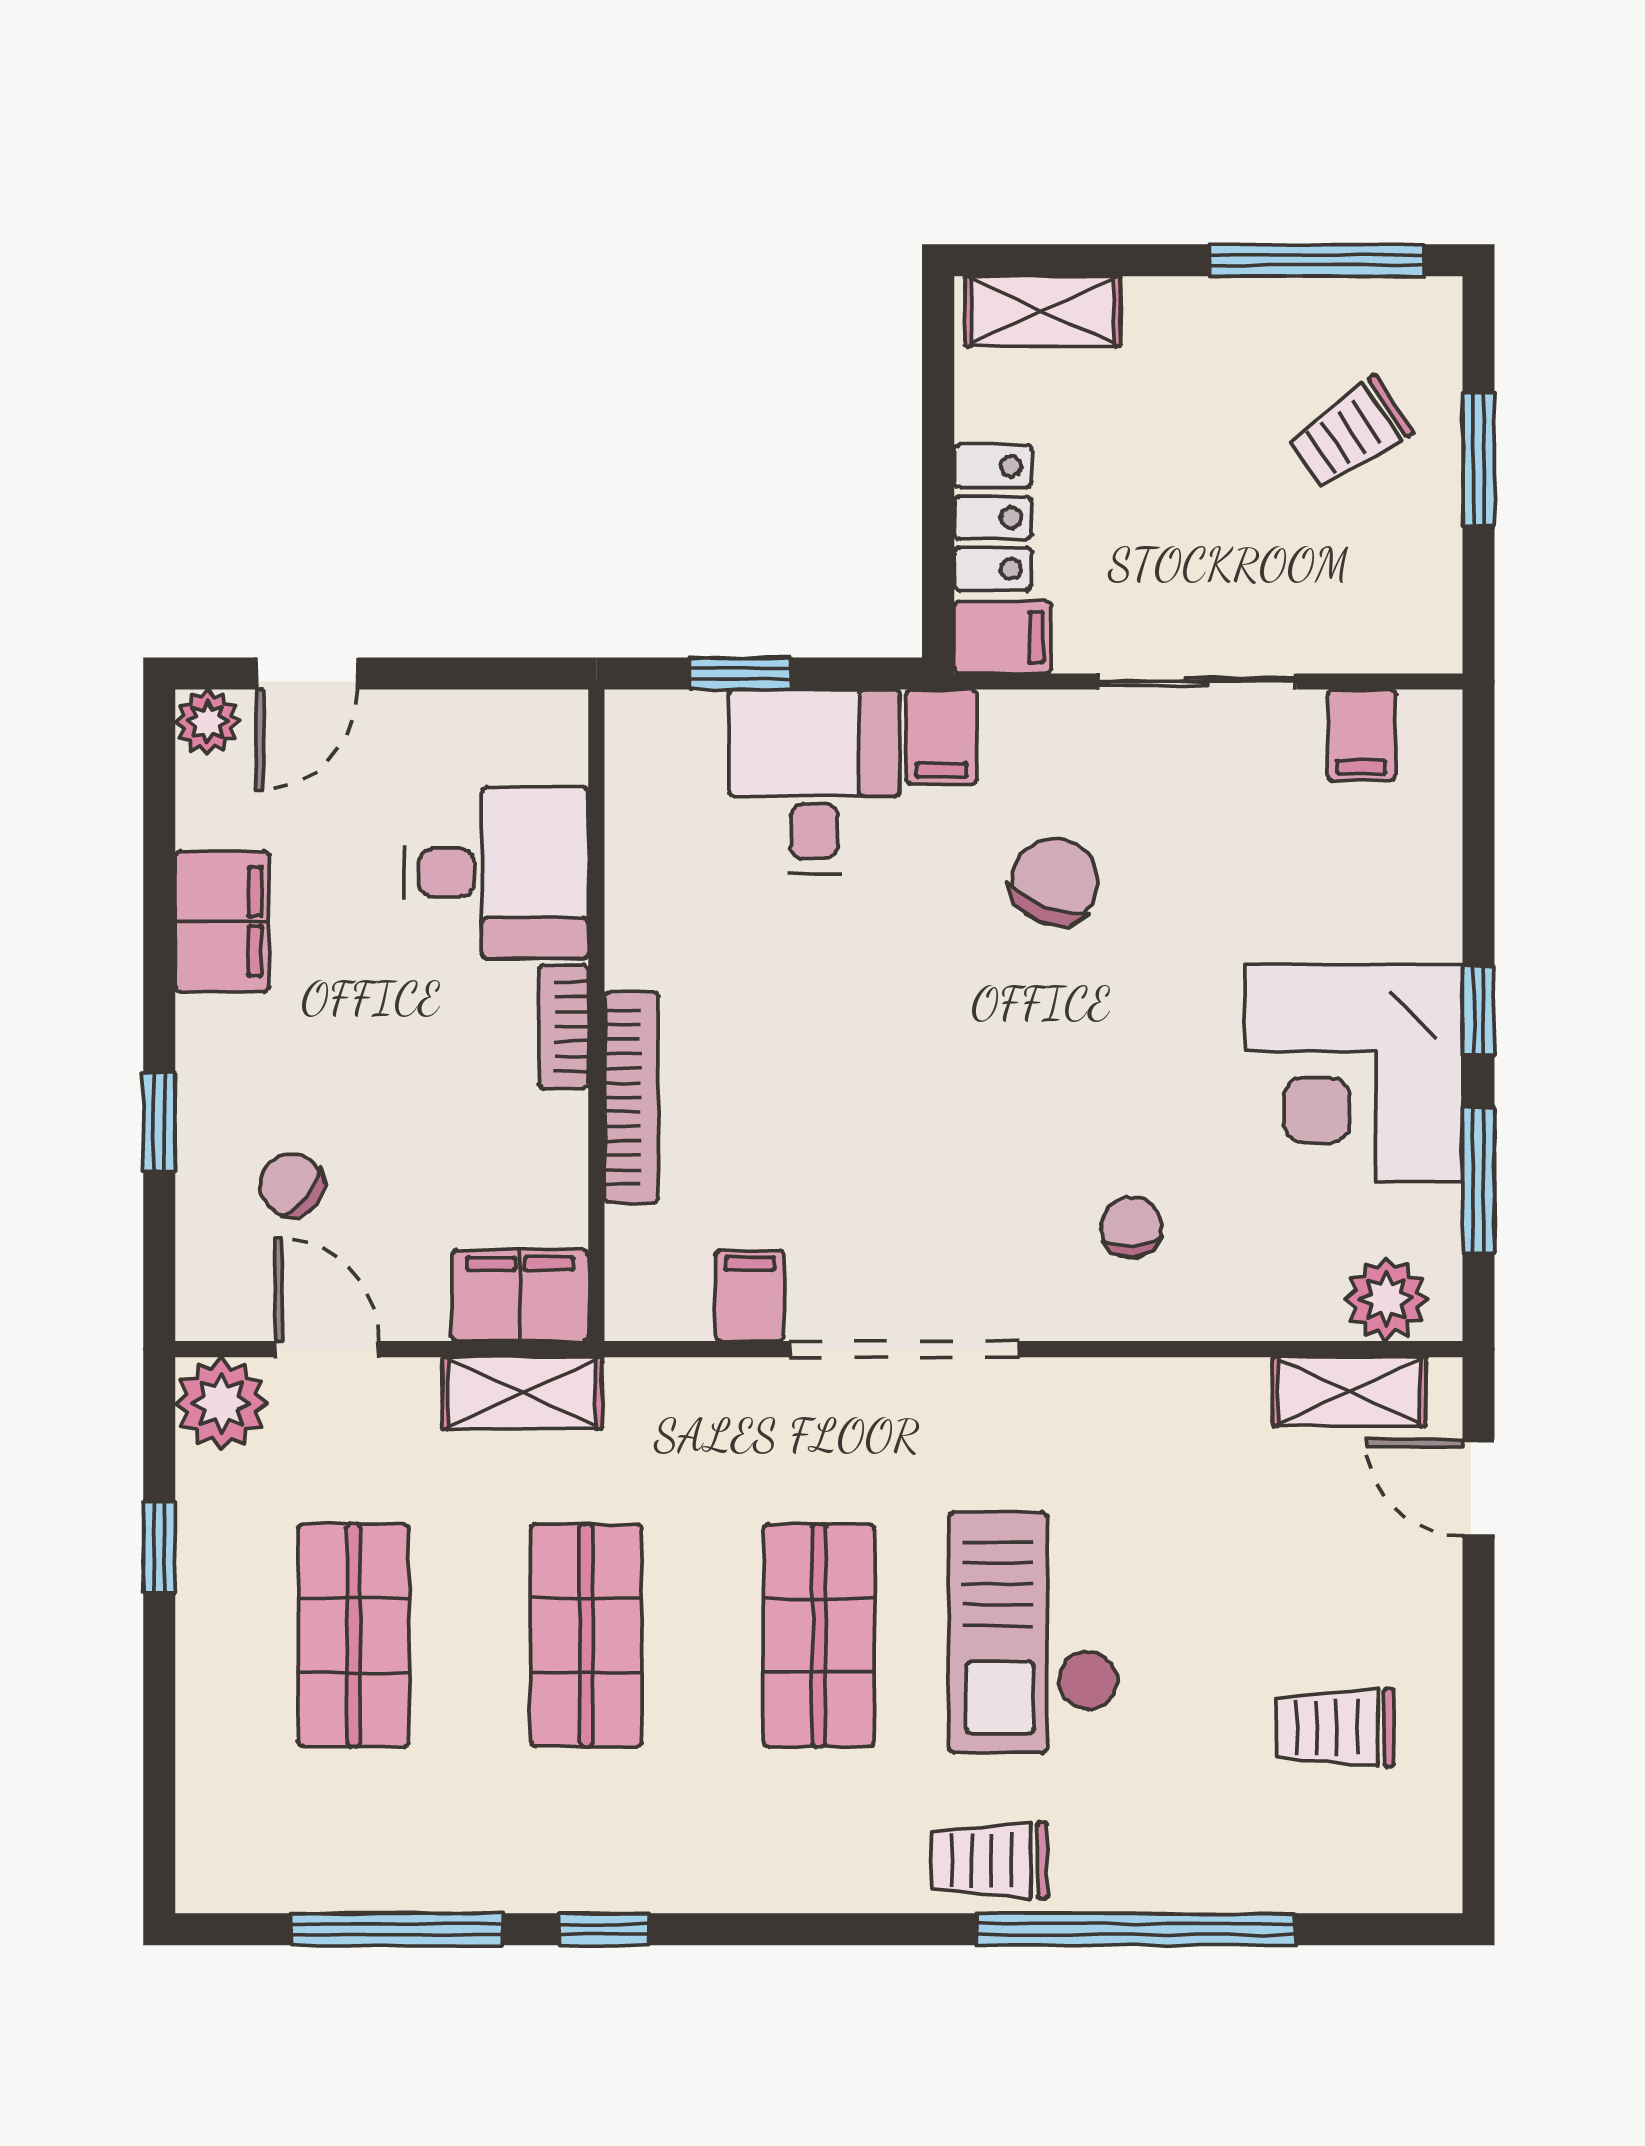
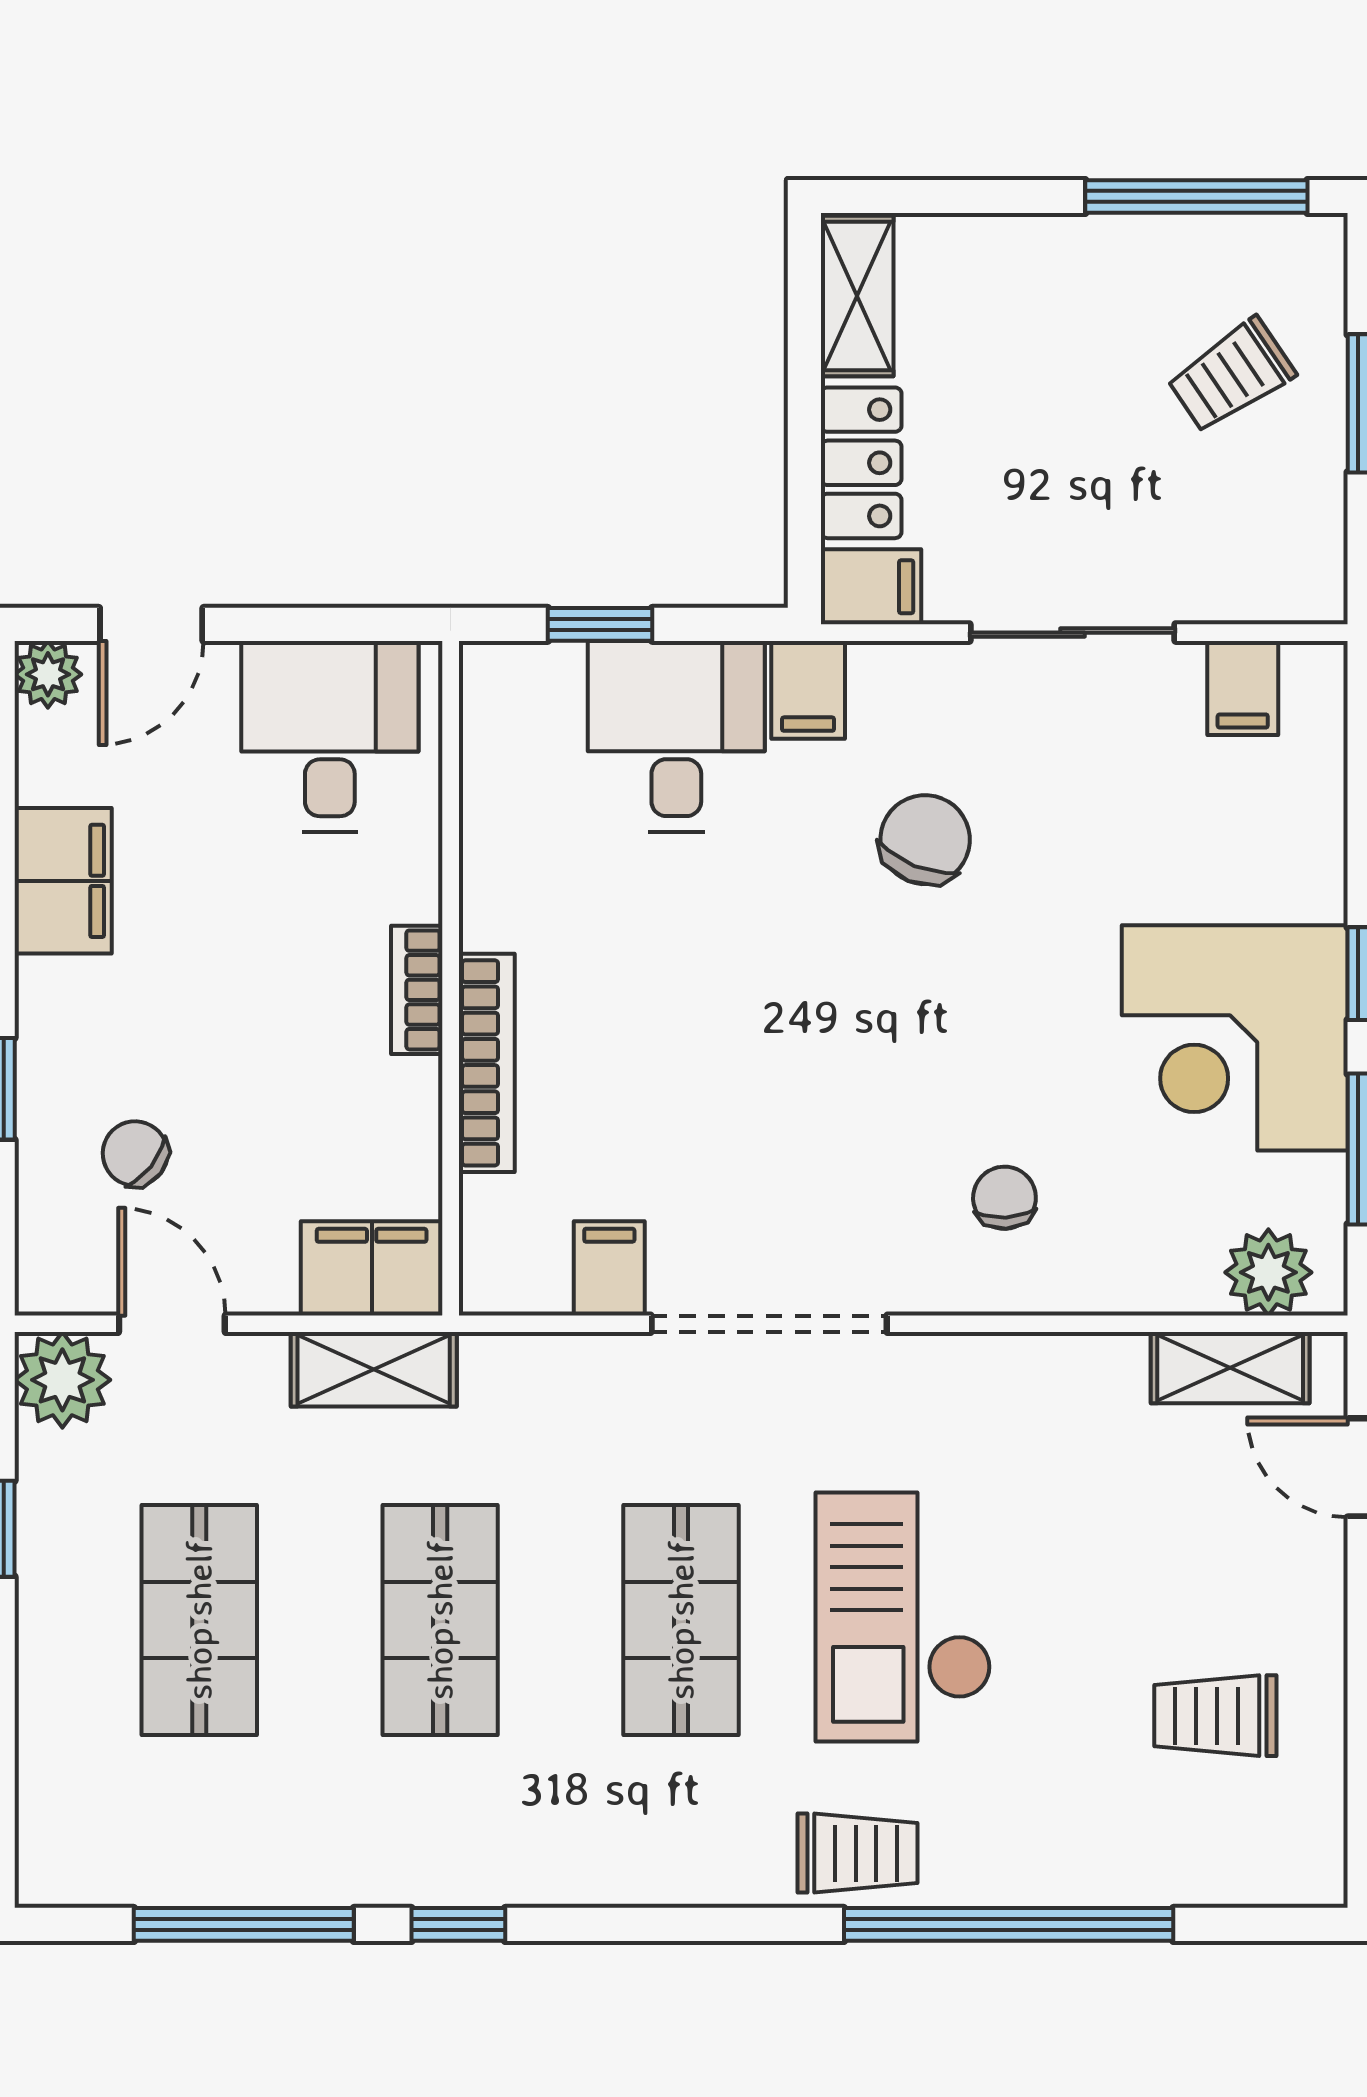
shelving: (1043, 311) -> (857, 296), moved, turned 90
desk: (496, 873) -> (330, 736), moved, turned -90
trolley: (989, 1860) -> (857, 1853), turned 180

